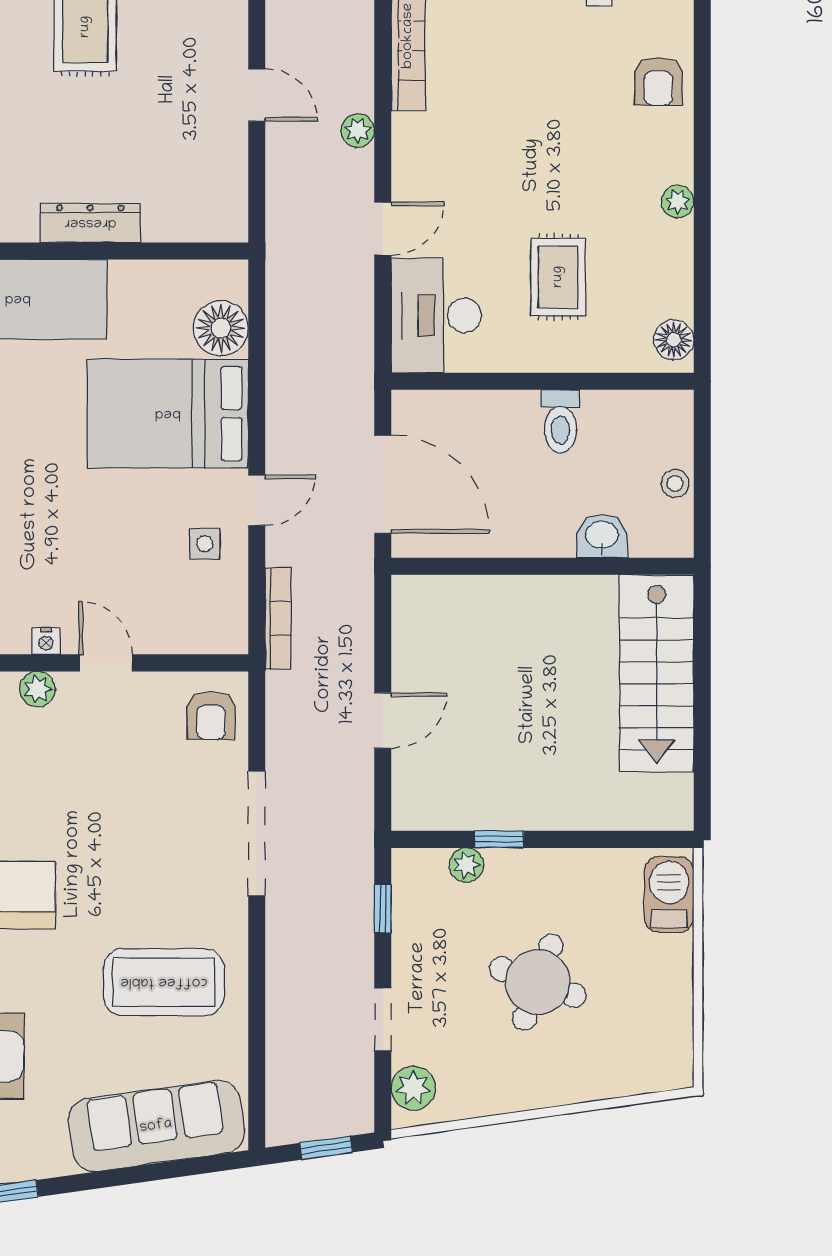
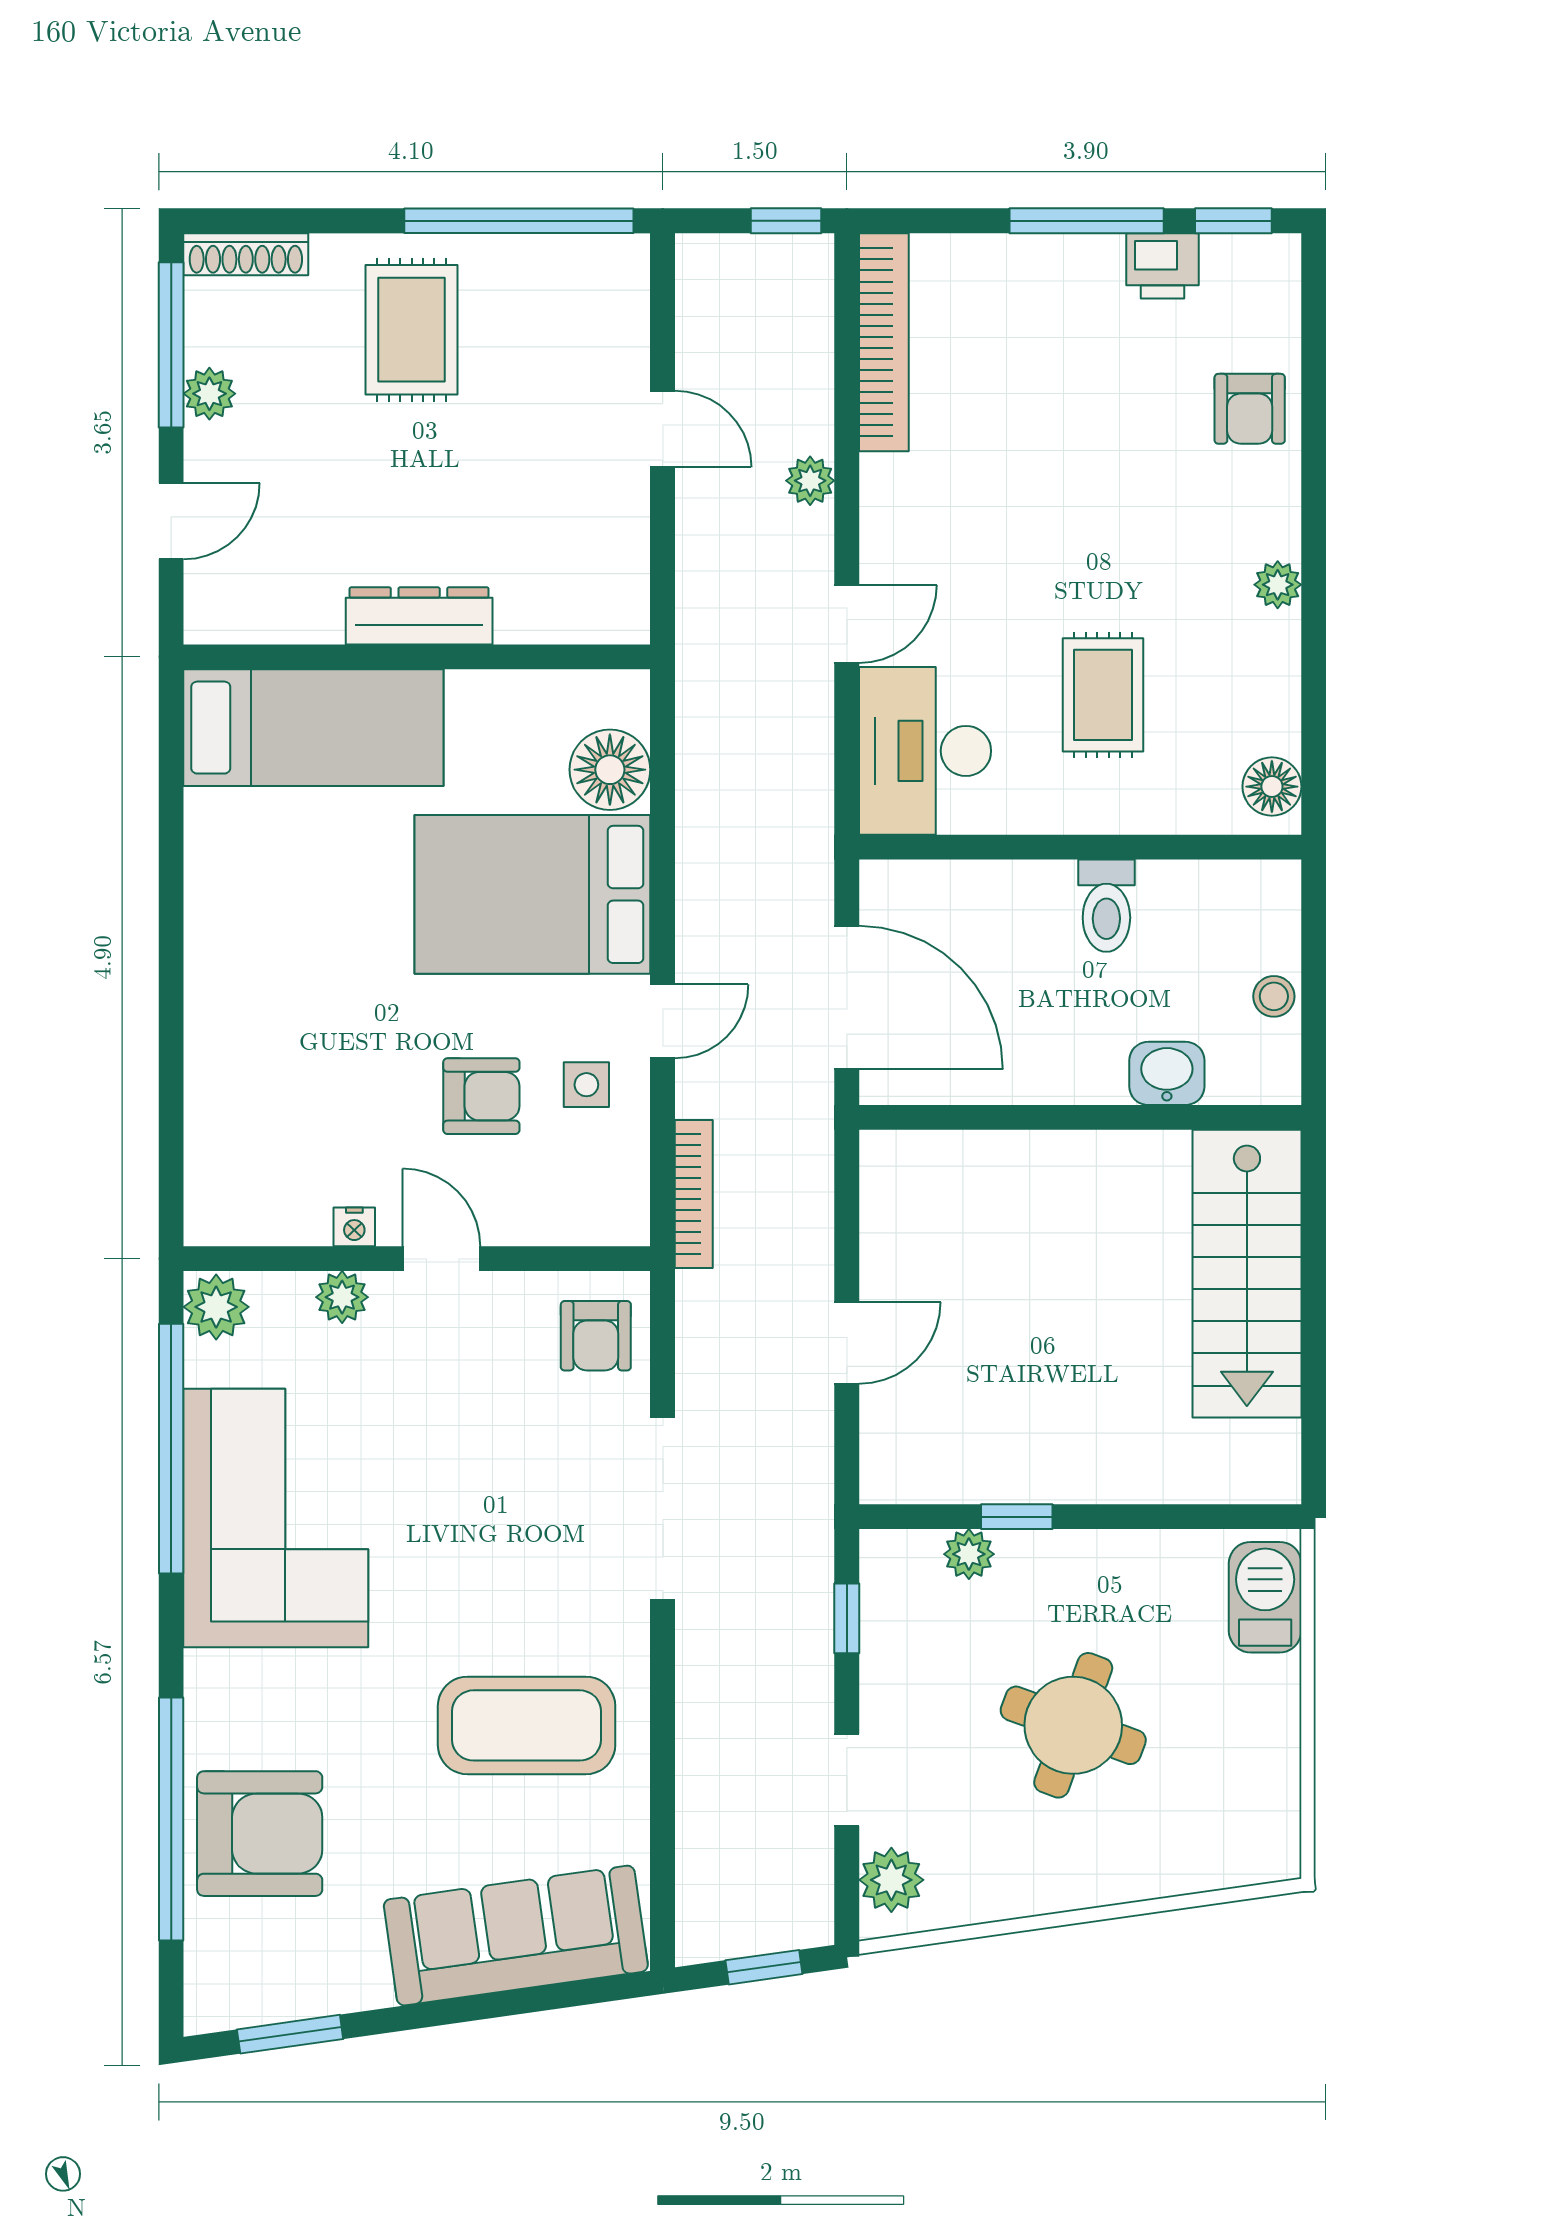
armchair: (133, 552) -> (481, 1096), added

